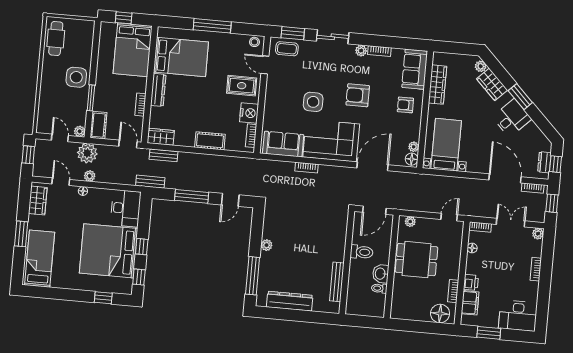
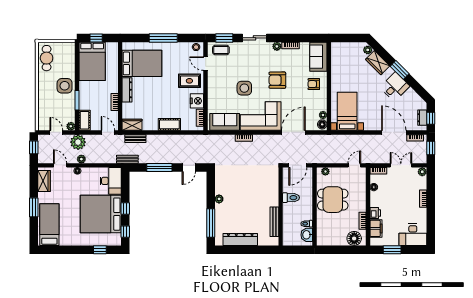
bed: (133, 50) -> (92, 61), moved
wardrobe: (438, 85) -> (337, 67), removed
washbasin: (381, 274) -> (307, 235), moved

